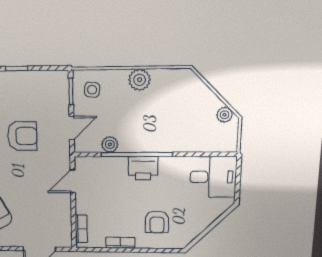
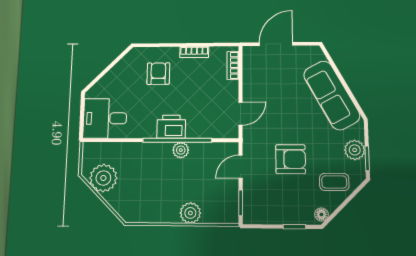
plant: (140, 80) -> (190, 213), moved
side table: (92, 90) -> (220, 204), removed
plant: (225, 115) -> (103, 178), width x1.88, depth x1.88
armchair: (22, 136) -> (291, 159), turned 180
plant: (110, 144) -> (181, 150), moved

